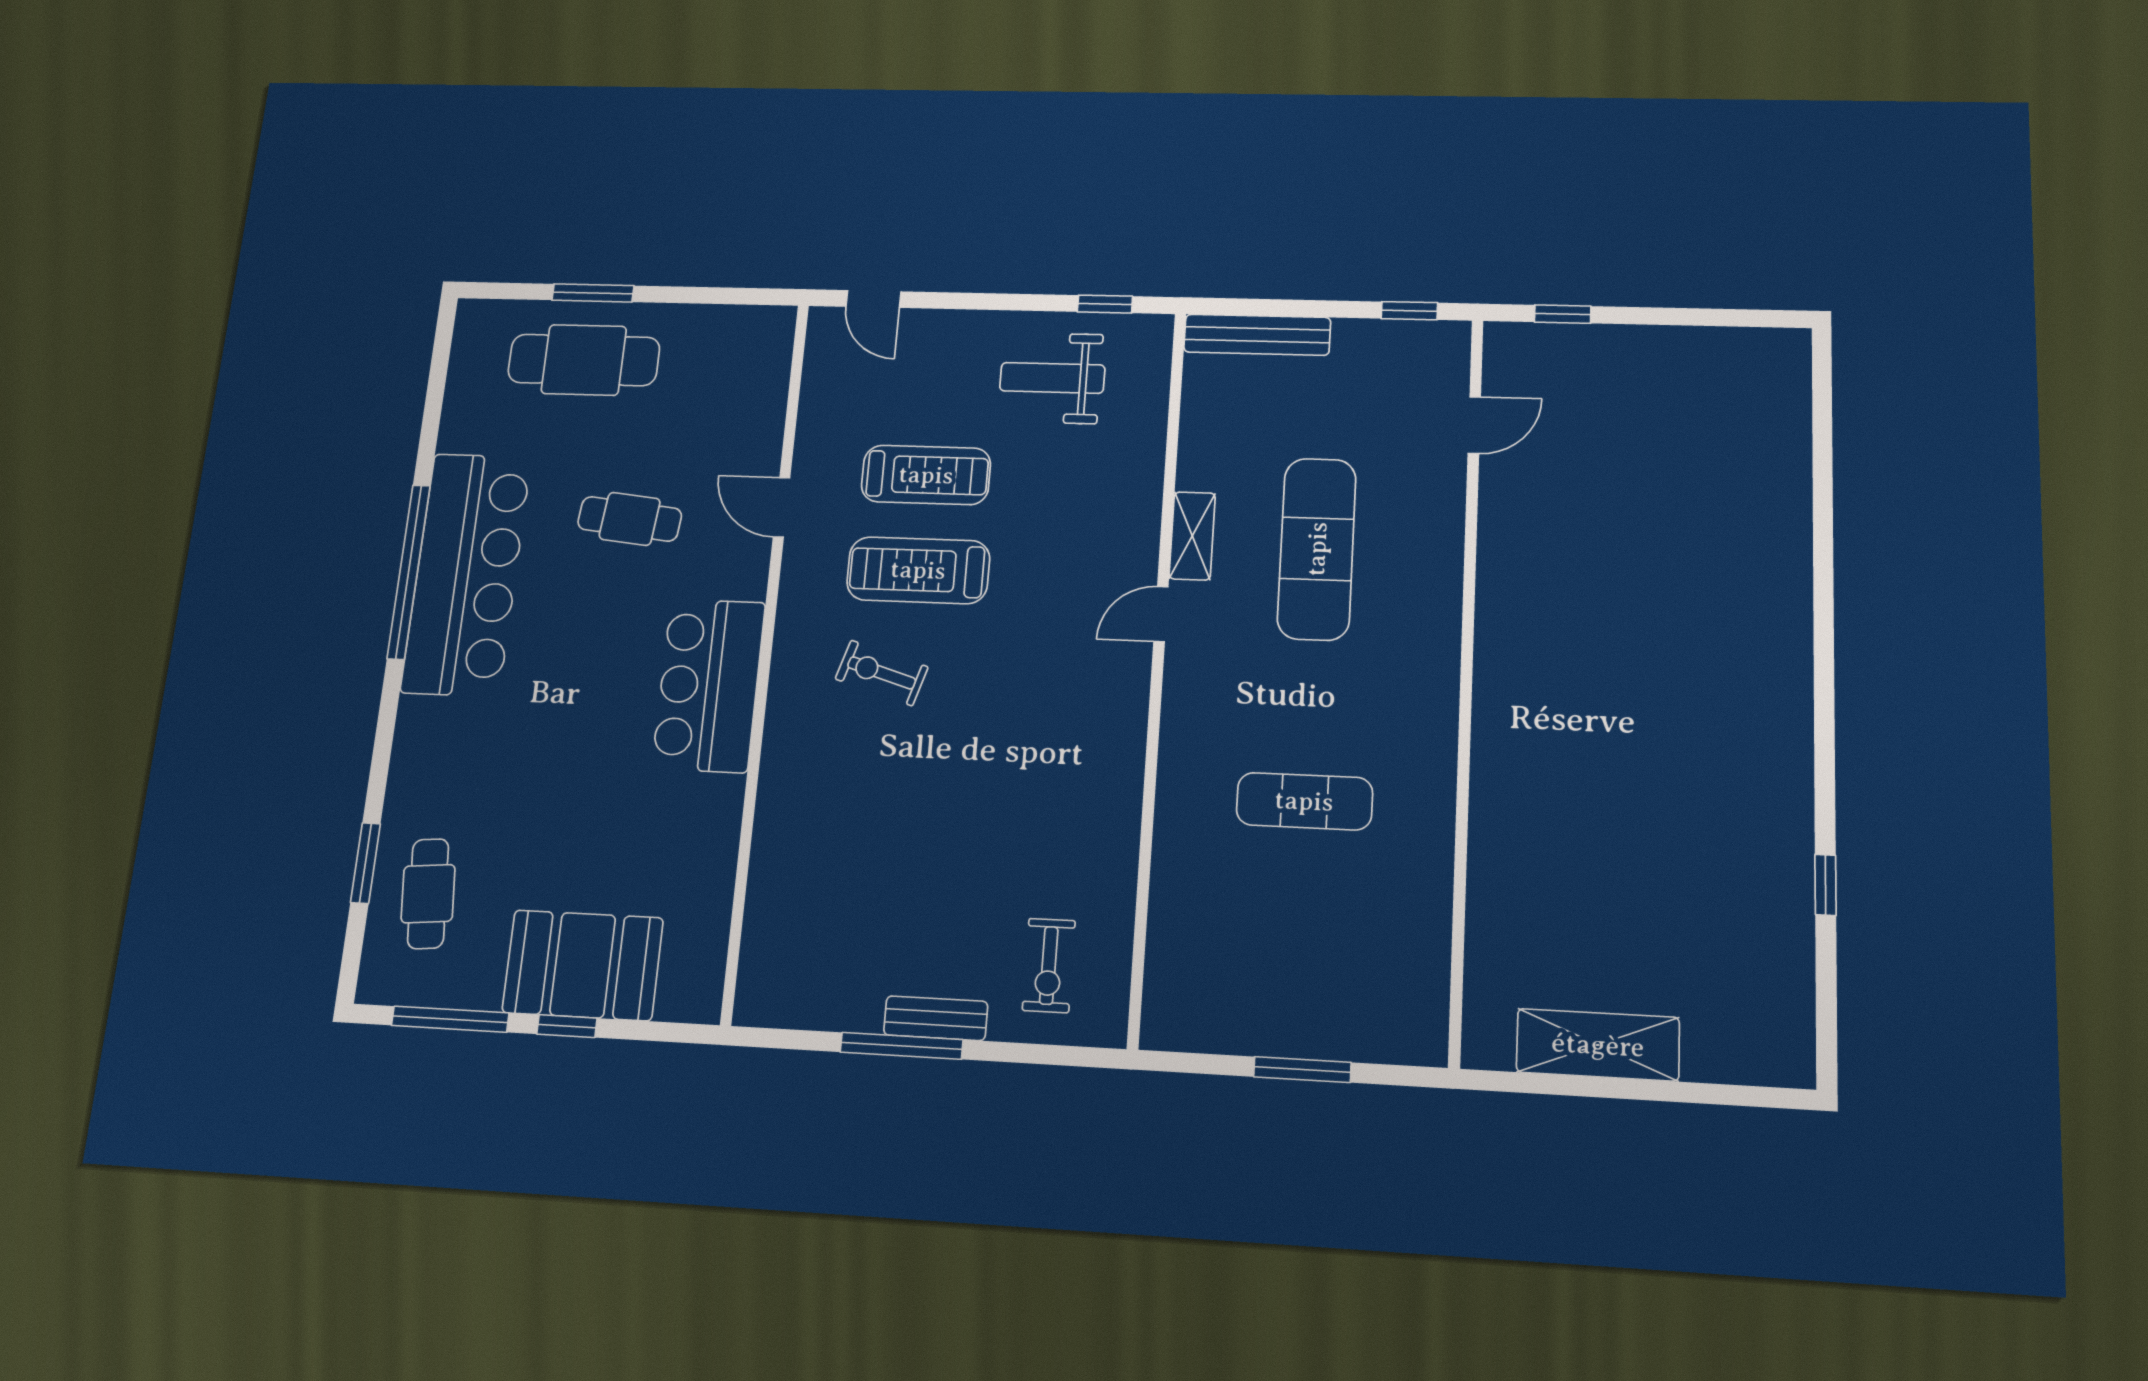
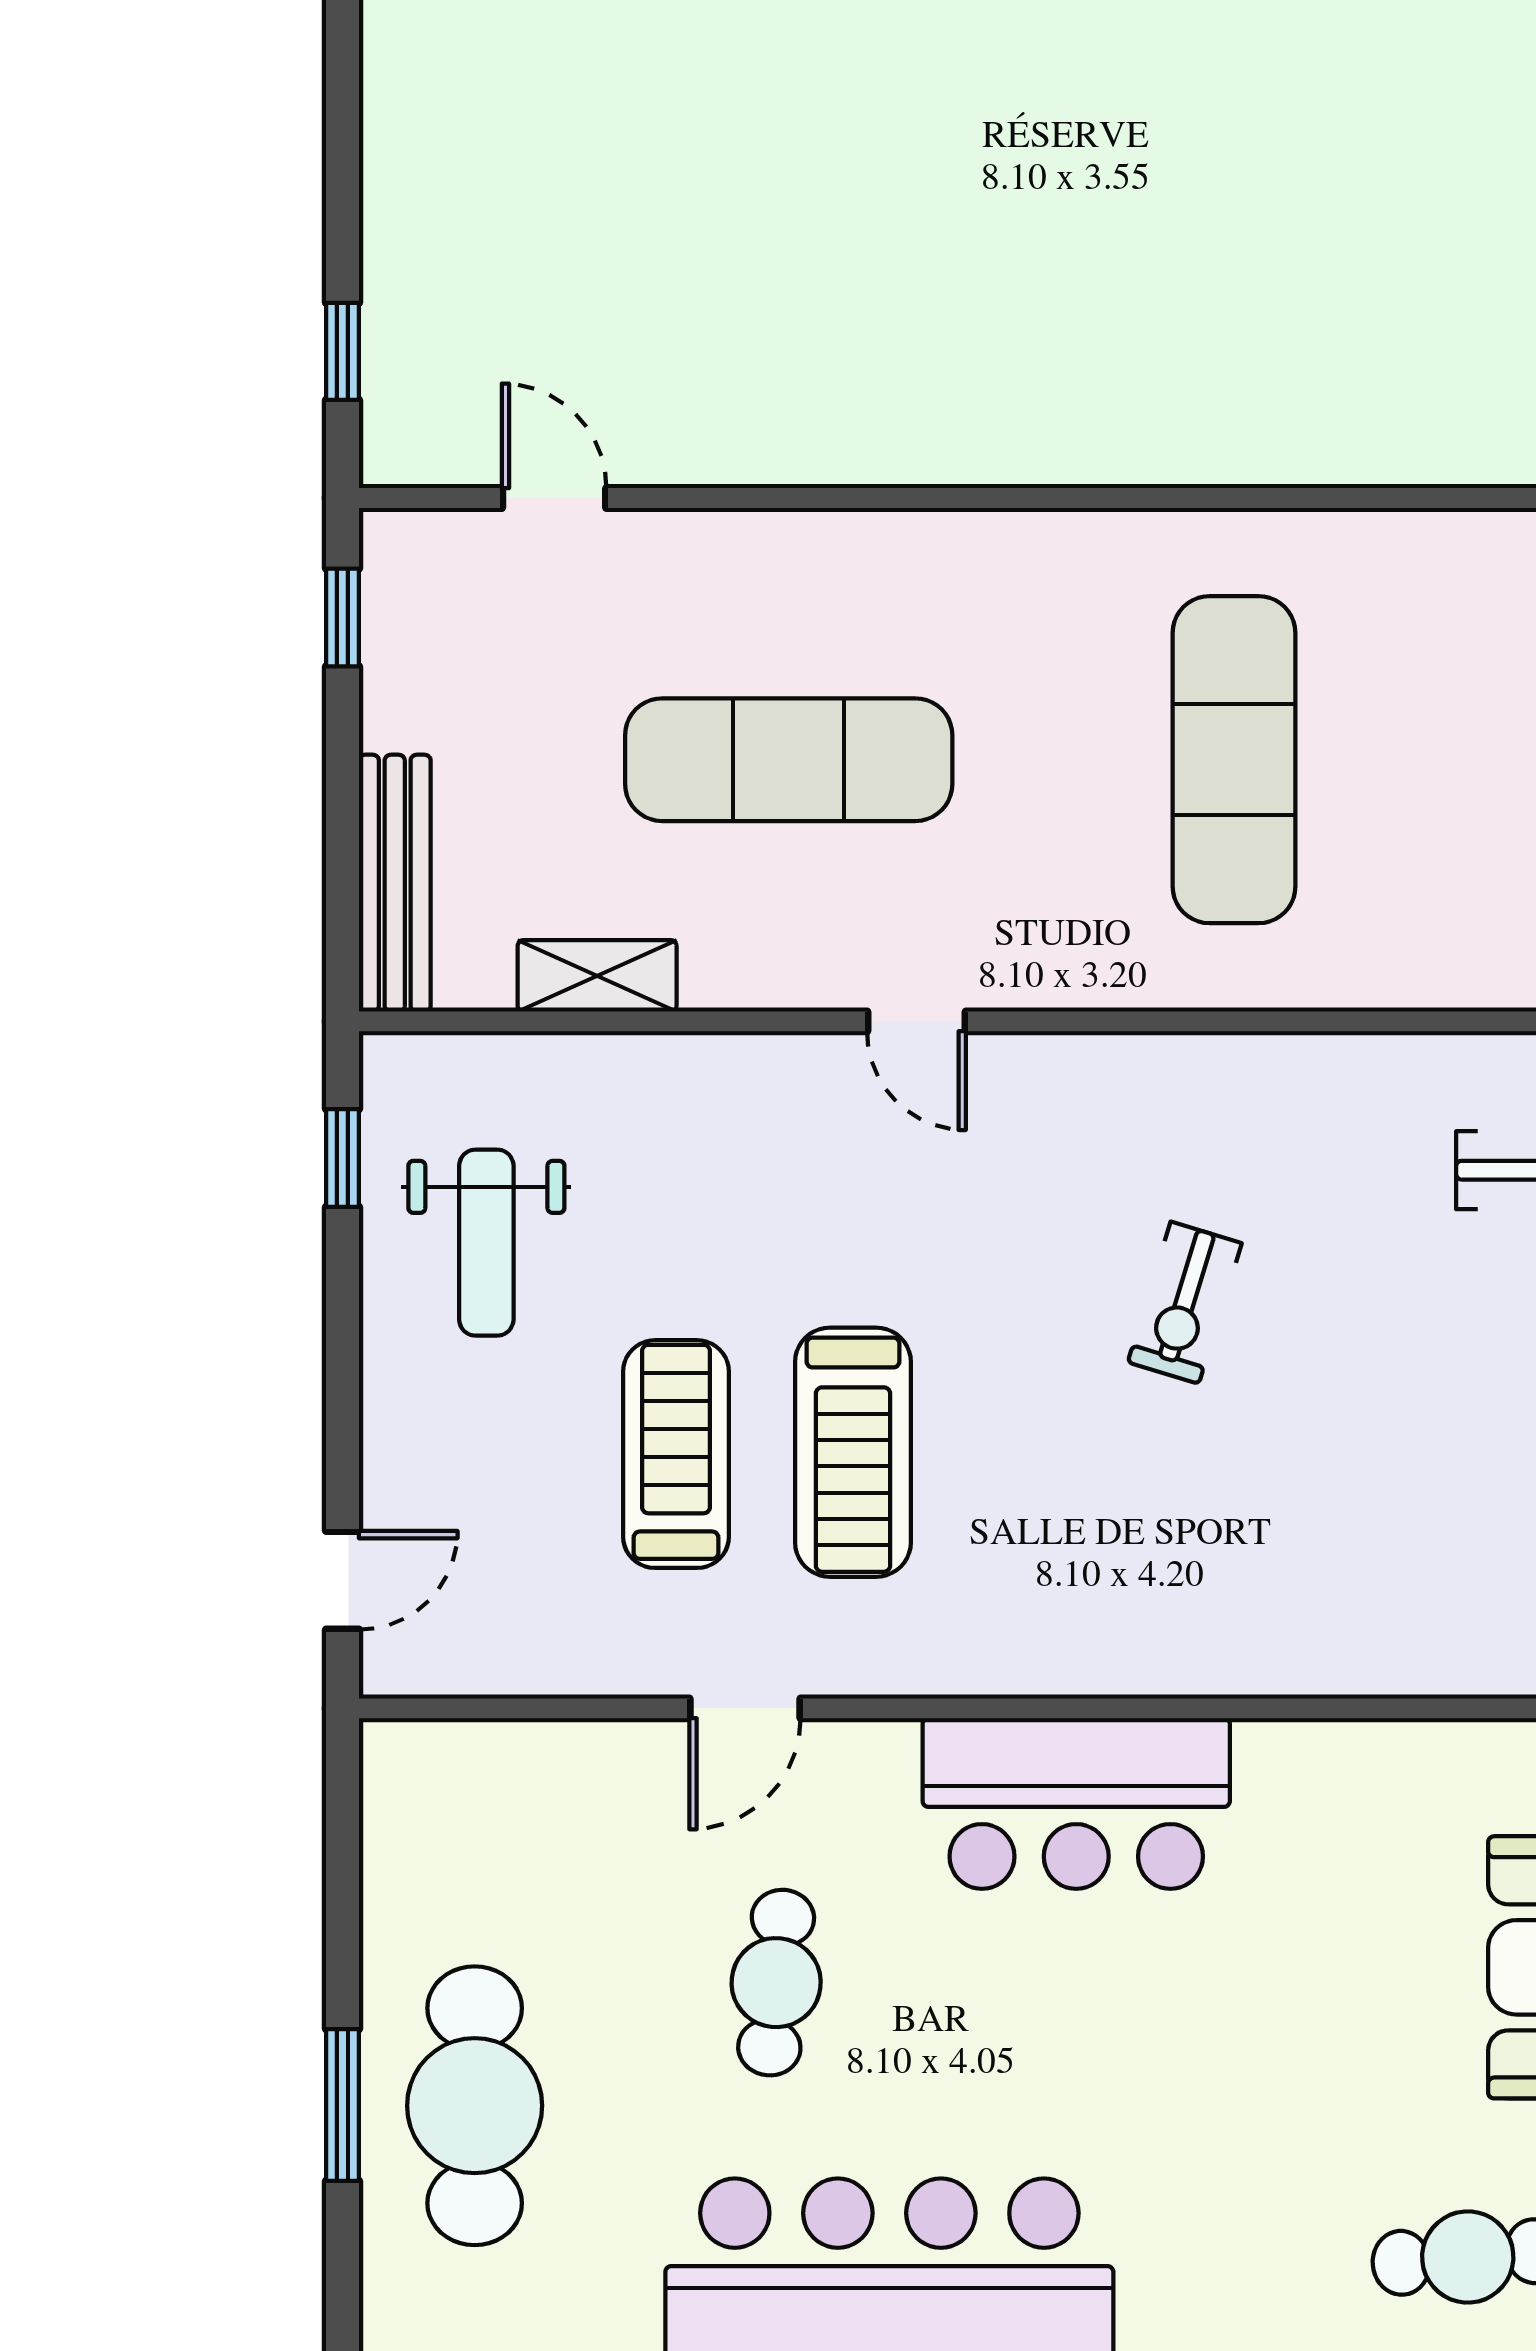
shelving: (1192, 536) -> (597, 976), moved
exercise bike: (882, 673) -> (1185, 1303), moved
exercise mat: (1304, 801) -> (1234, 760), width x1.36, depth x1.45

